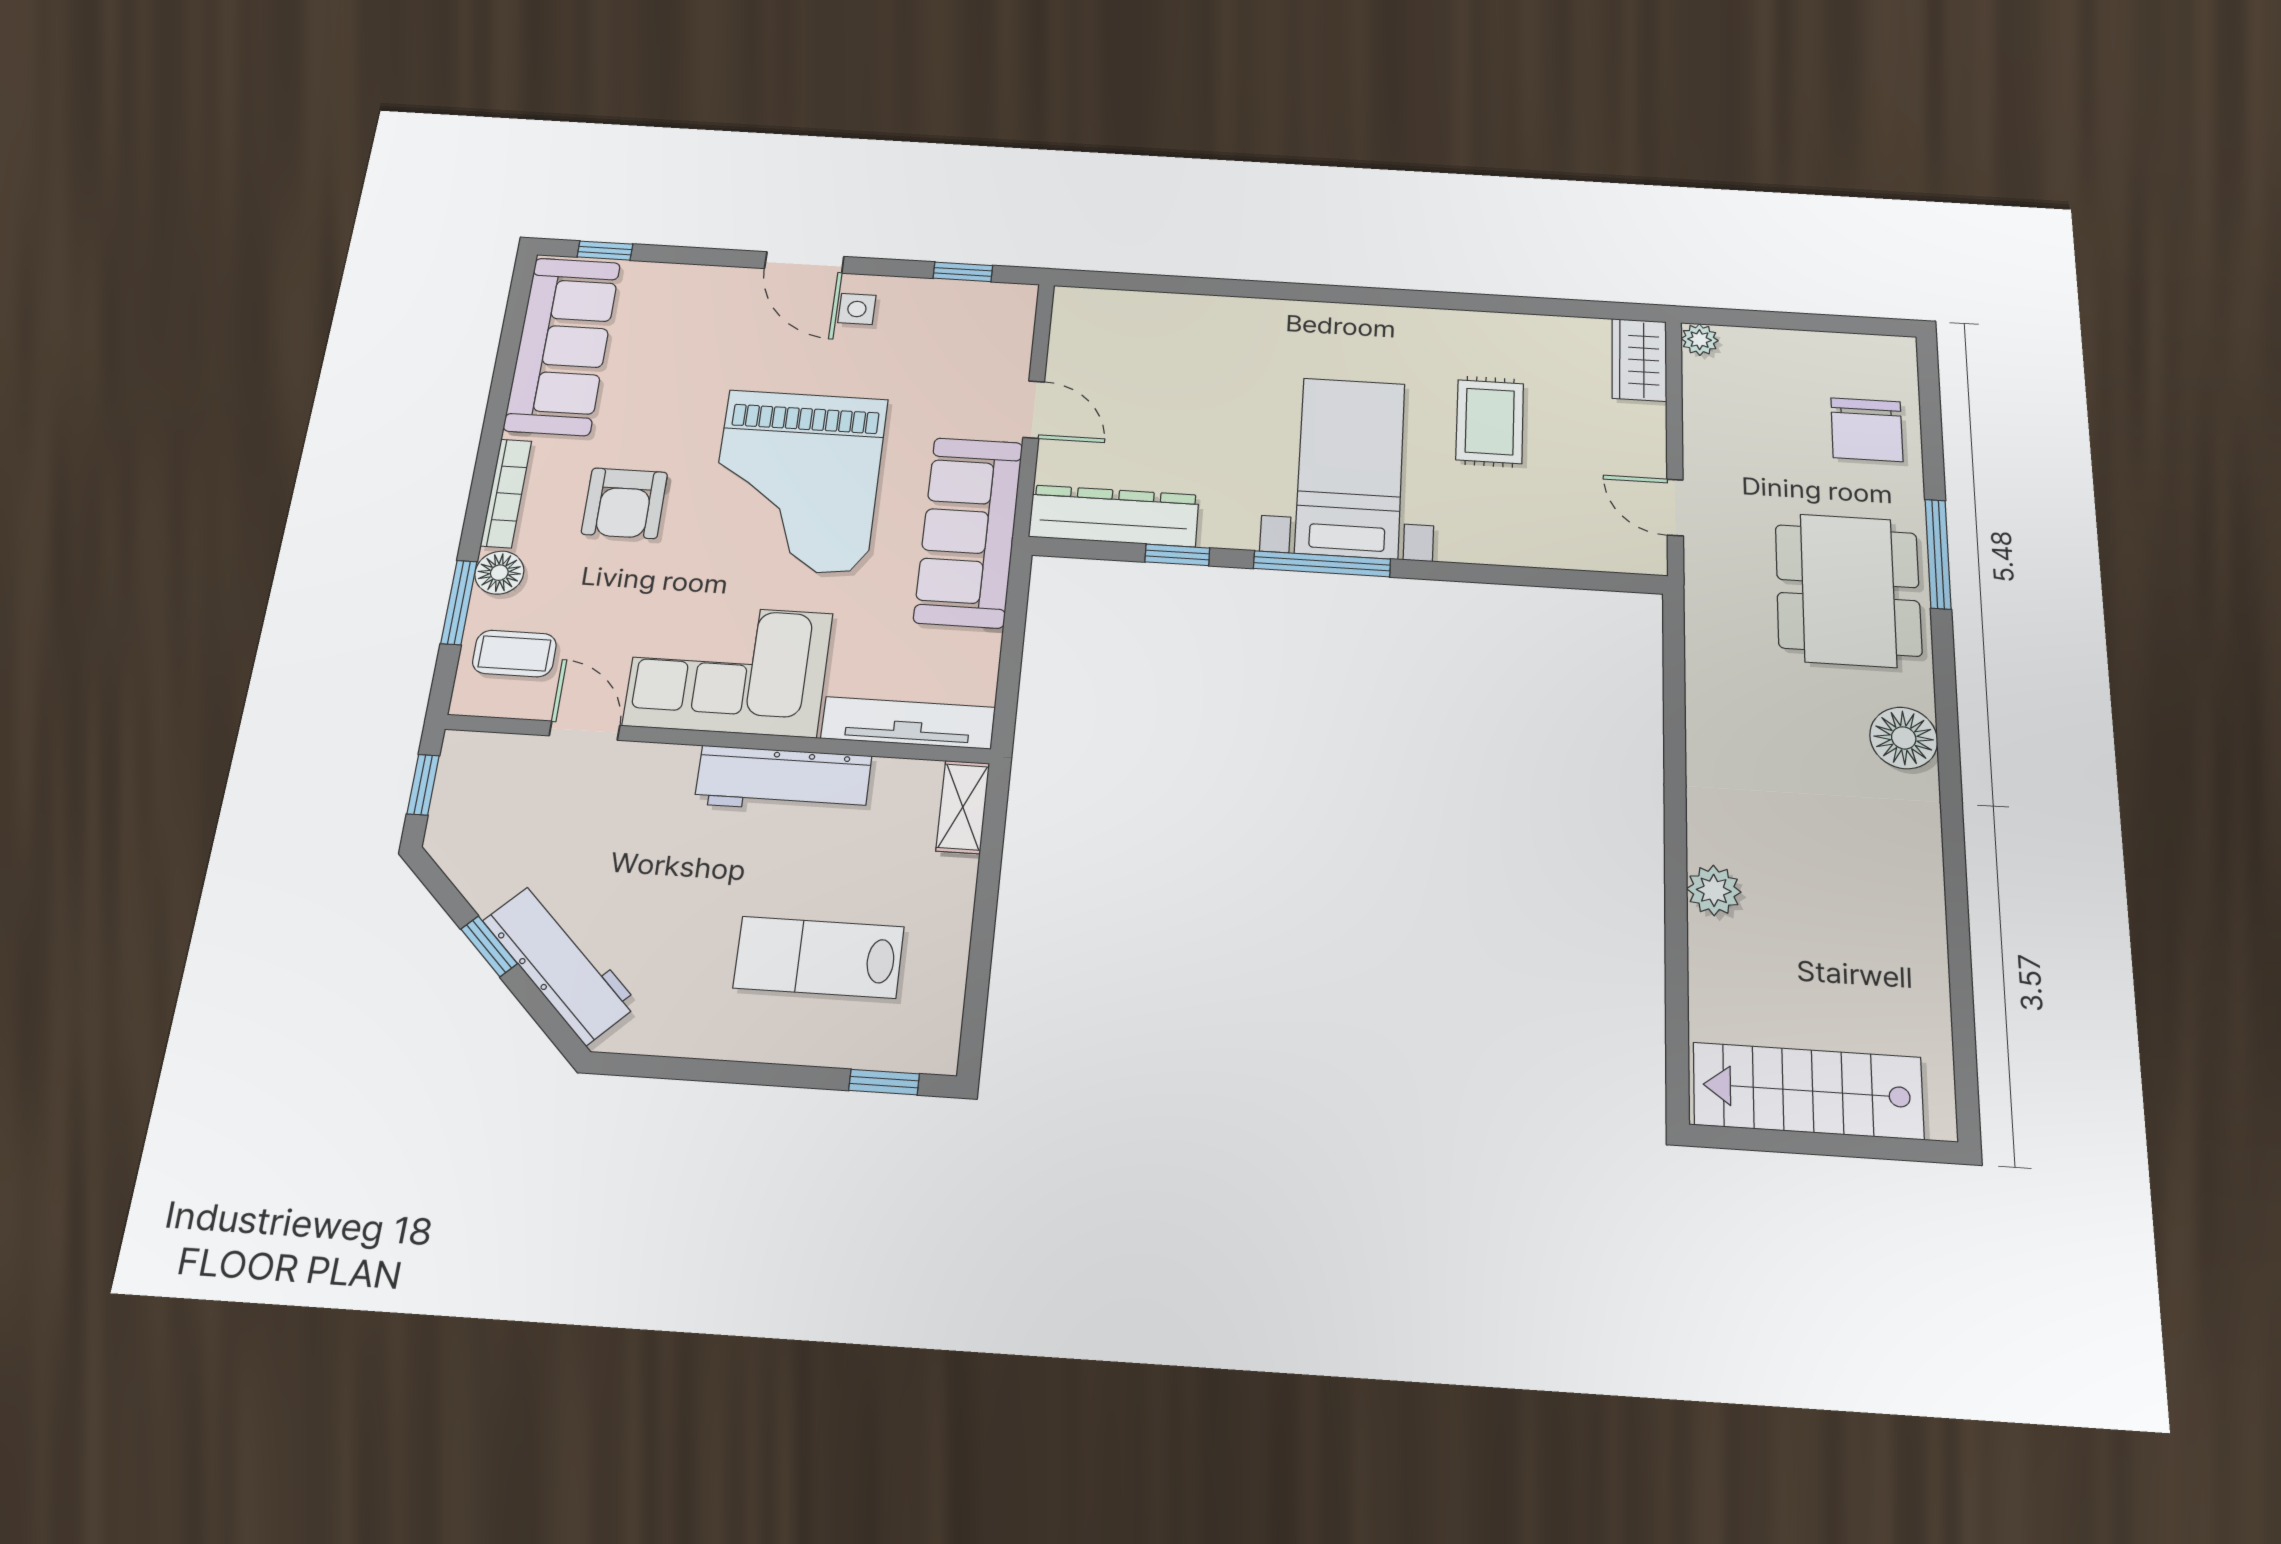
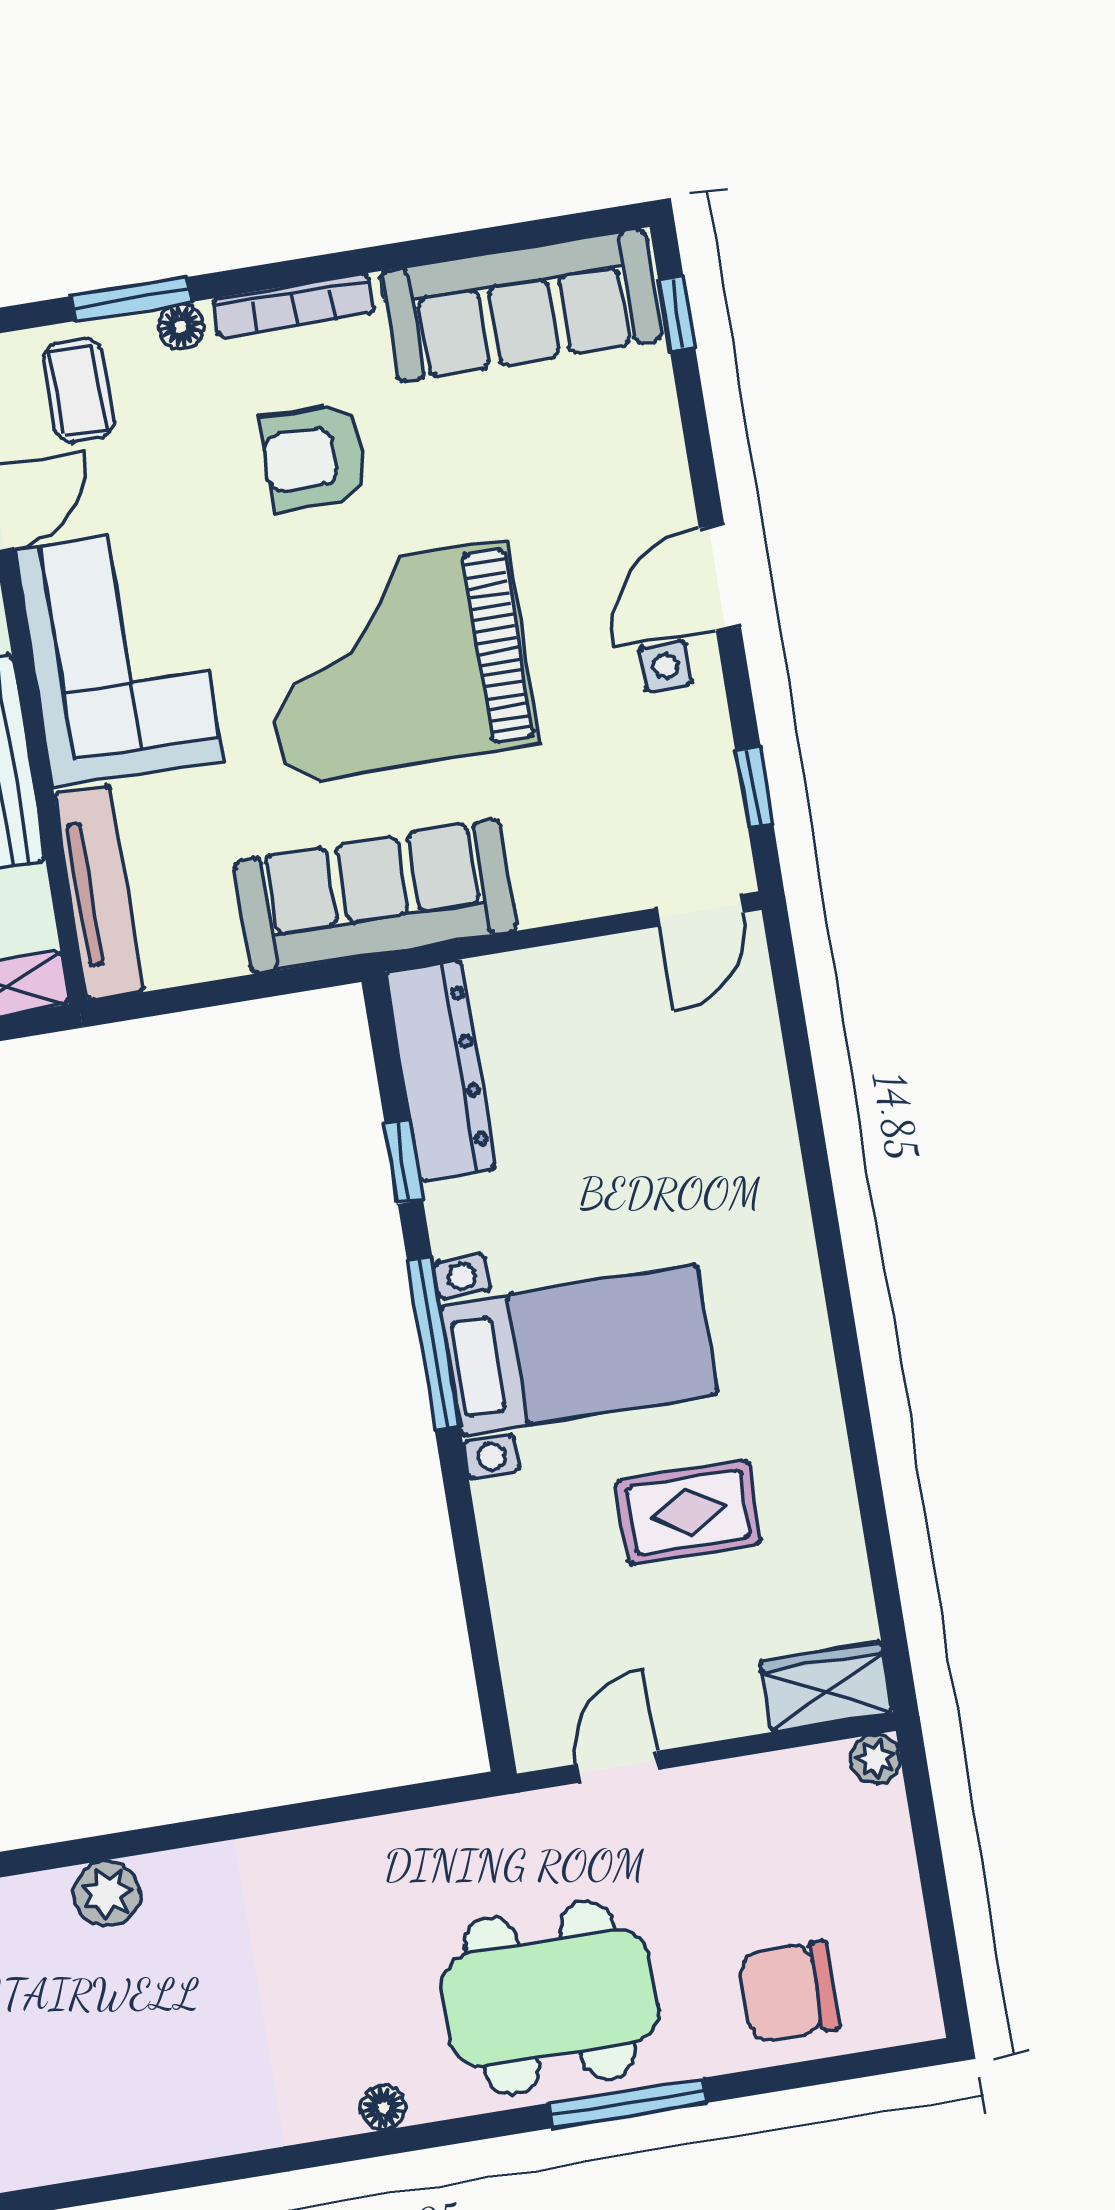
door: (1034, 410) -> (700, 910), moved
floor lamp: (499, 573) -> (181, 326), width x0.73, depth x0.73
floor lamp: (1904, 738) -> (383, 2108), width x0.53, depth x0.53

